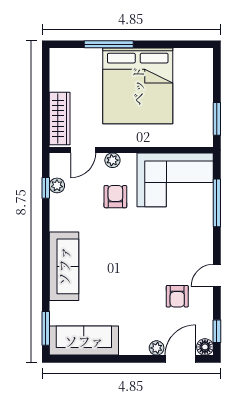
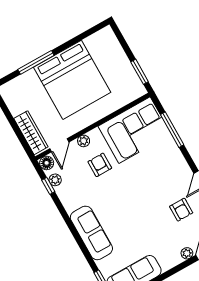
floor lamp: (58, 161) -> (47, 163), added

